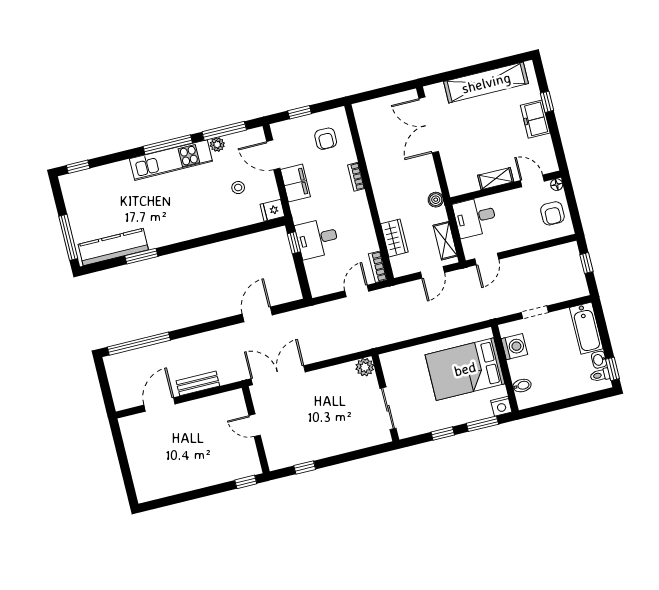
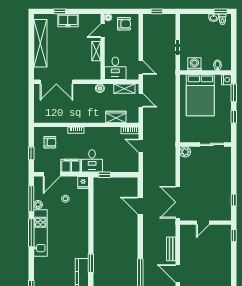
desk: (317, 238) -> (92, 161), moved
bathtub: (586, 328) -> (194, 21), removed

